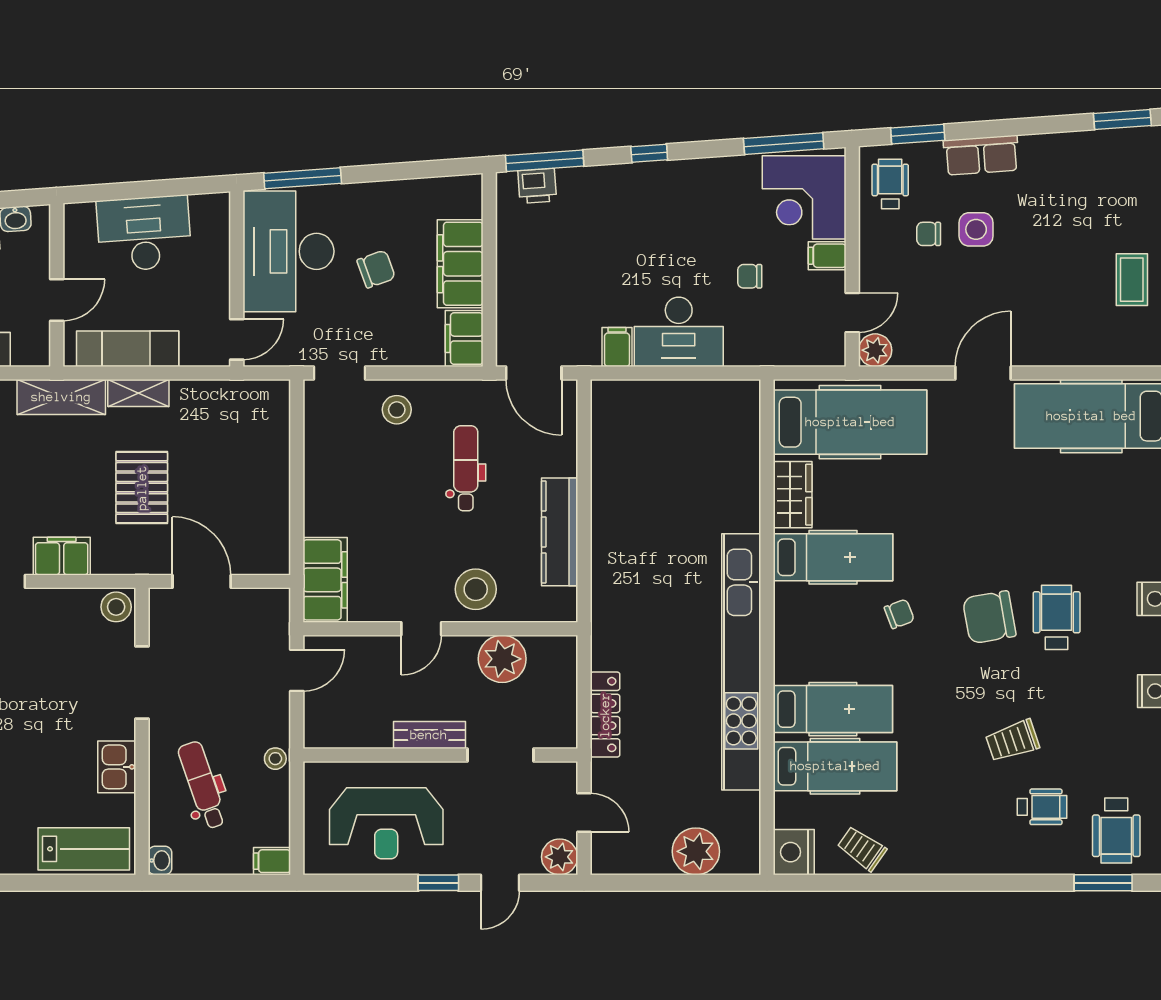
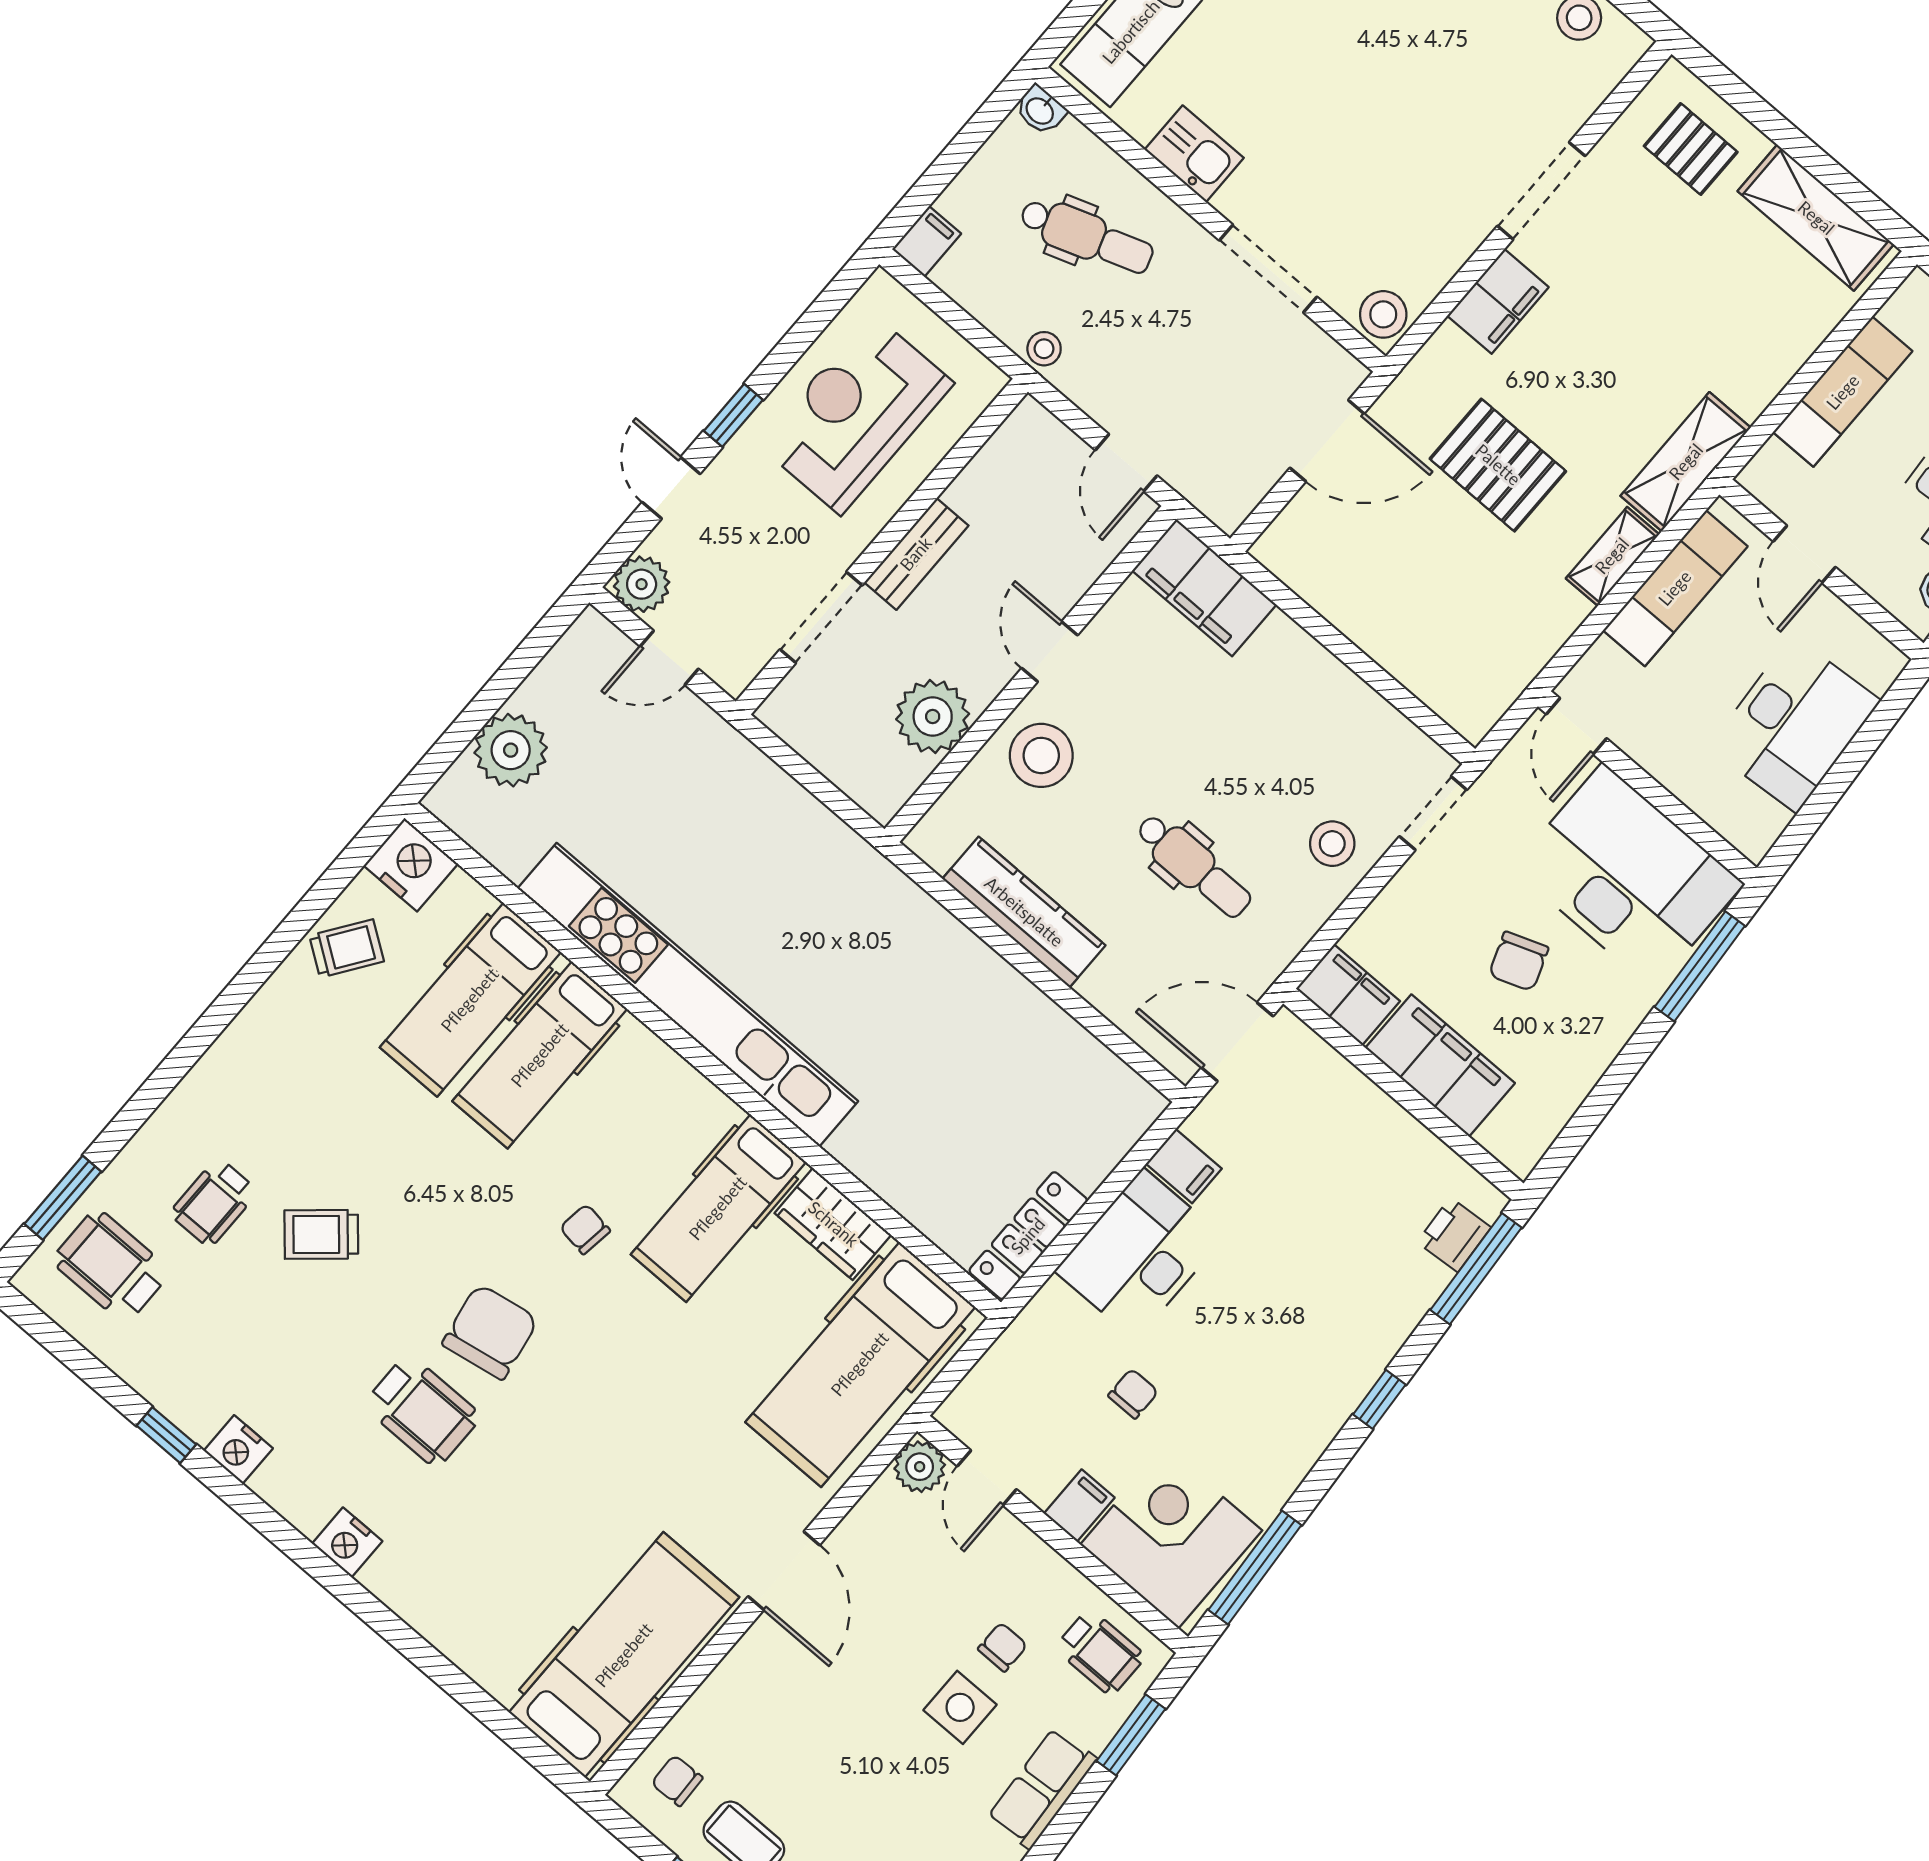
chair: (1131, 337) -> (677, 1781), added
chair: (899, 614) -> (585, 1229), turned 119
locker: (605, 715) -> (1028, 1236), moved, turned 90
trolley: (1012, 741) -> (321, 1234), turned -112

